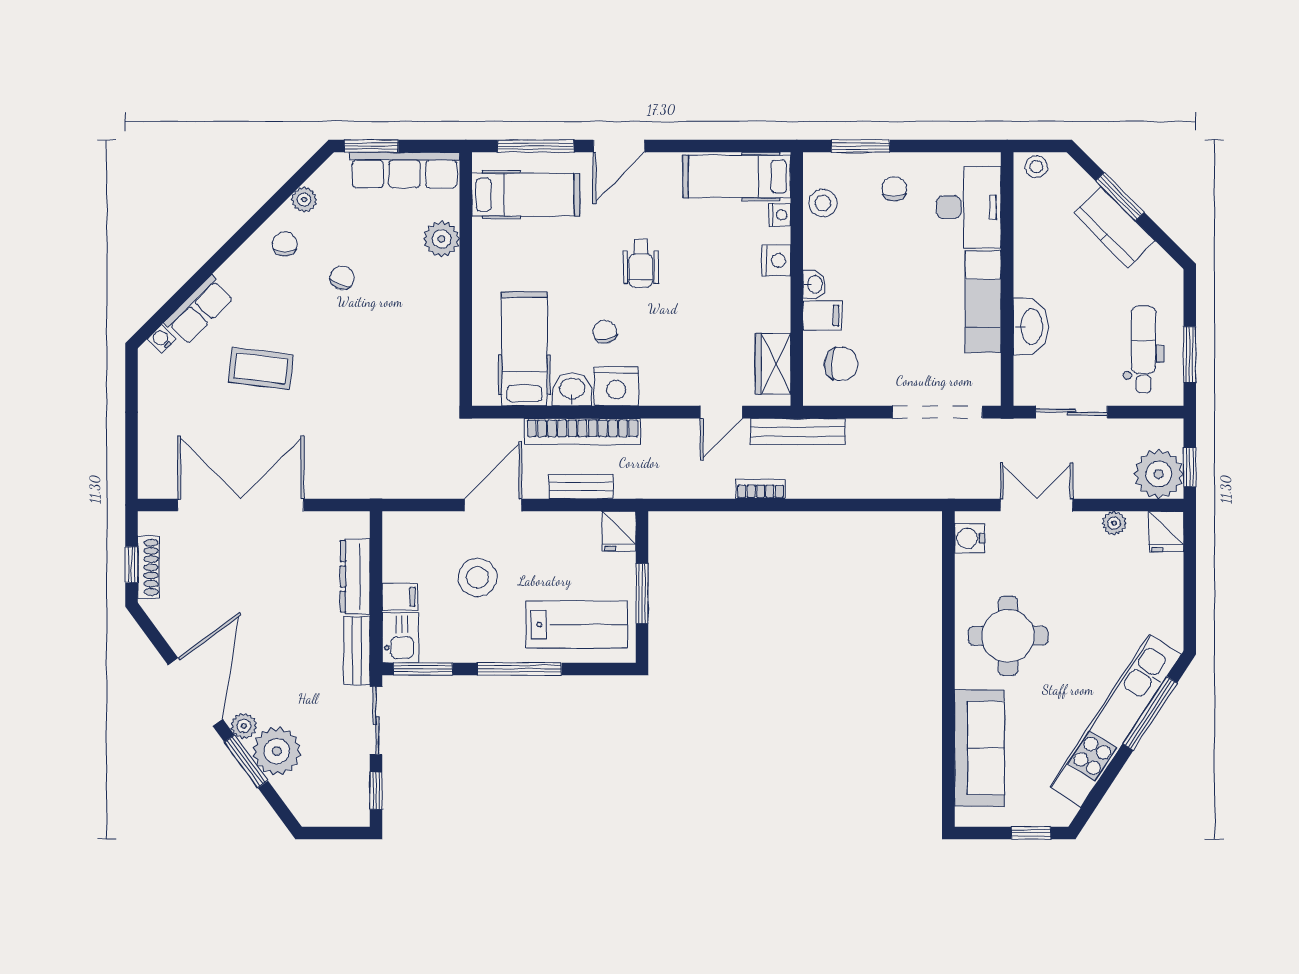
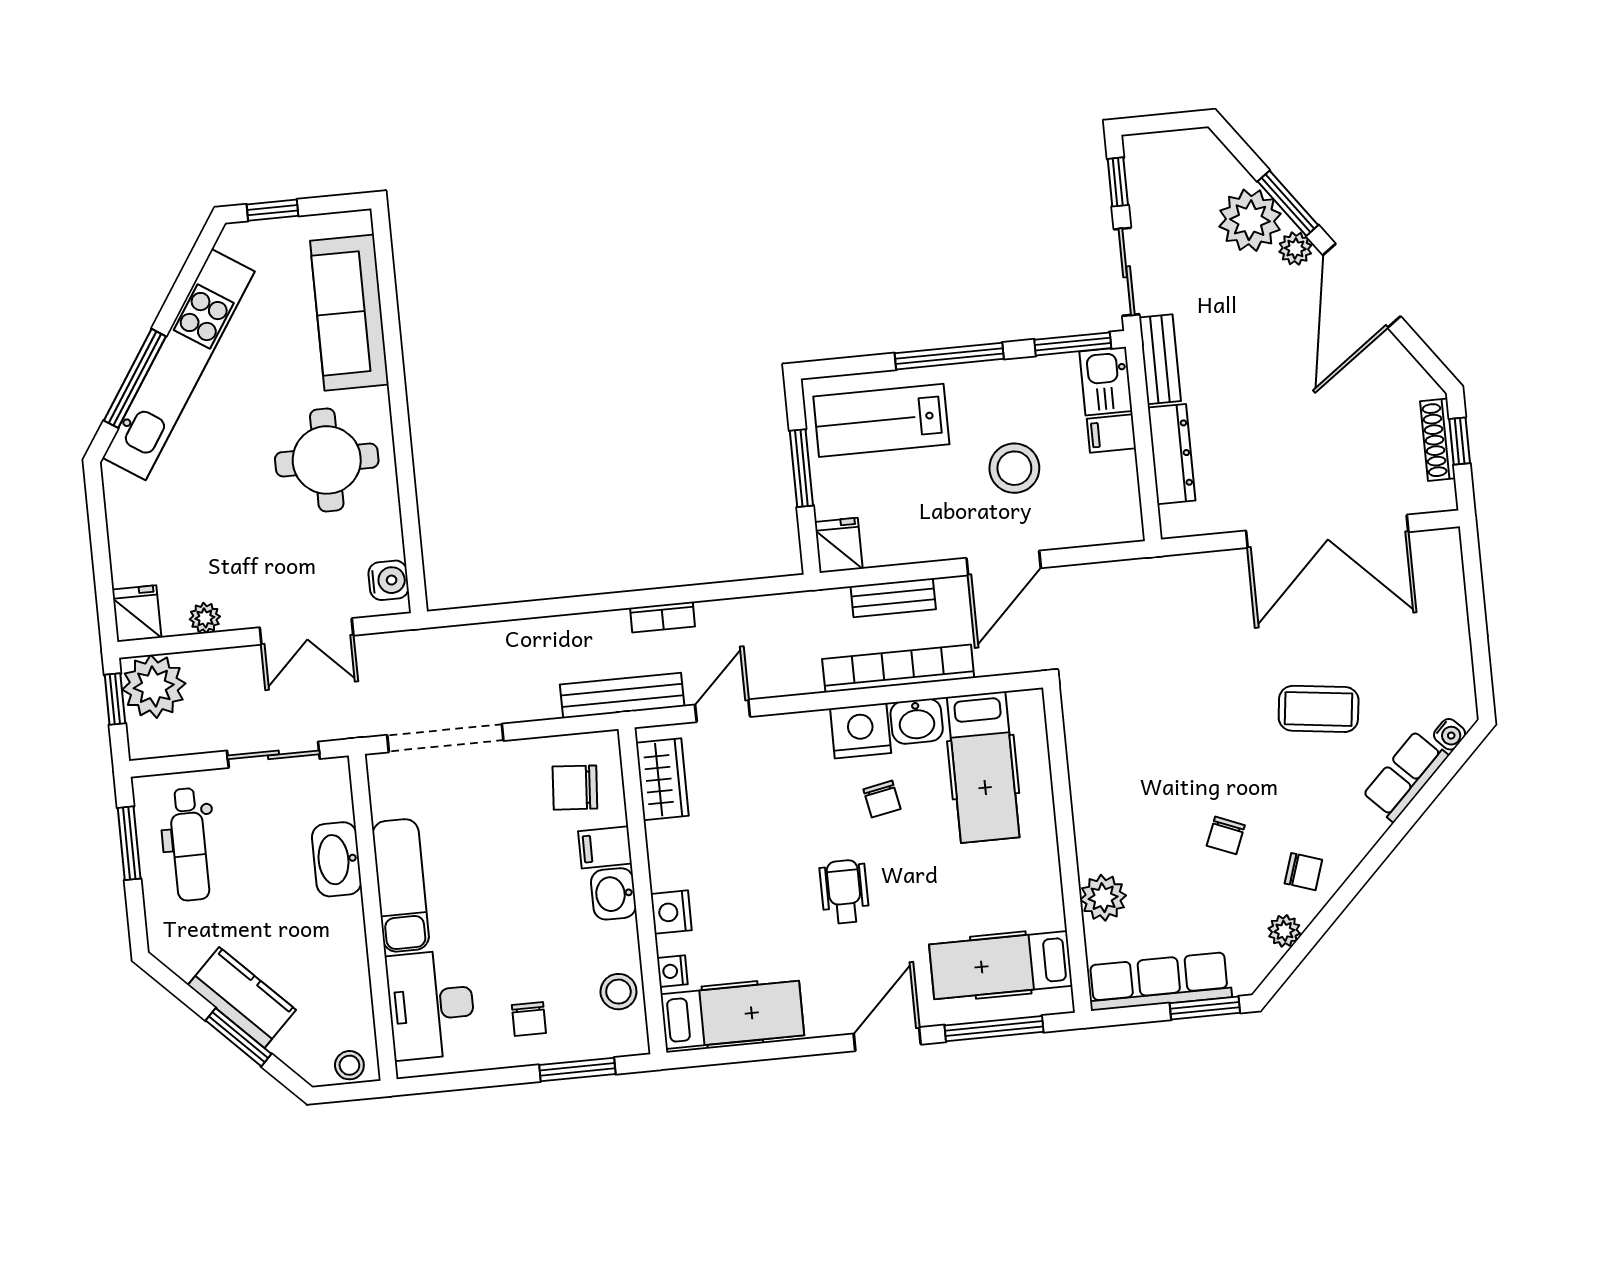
chair: (285, 244) -> (1303, 872), turned -72
washbasin: (814, 284) -> (613, 894), width x1.38, depth x1.45

